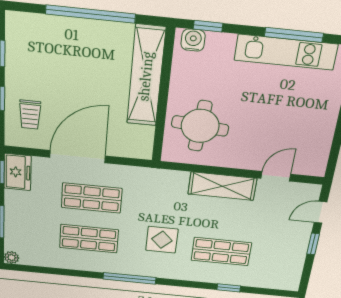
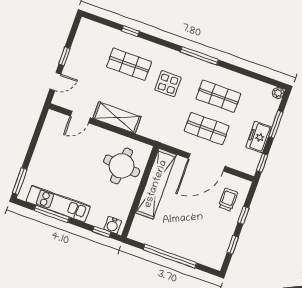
shelving: (146, 76) -> (156, 184), moved
freezer: (17, 172) -> (259, 137), moved

